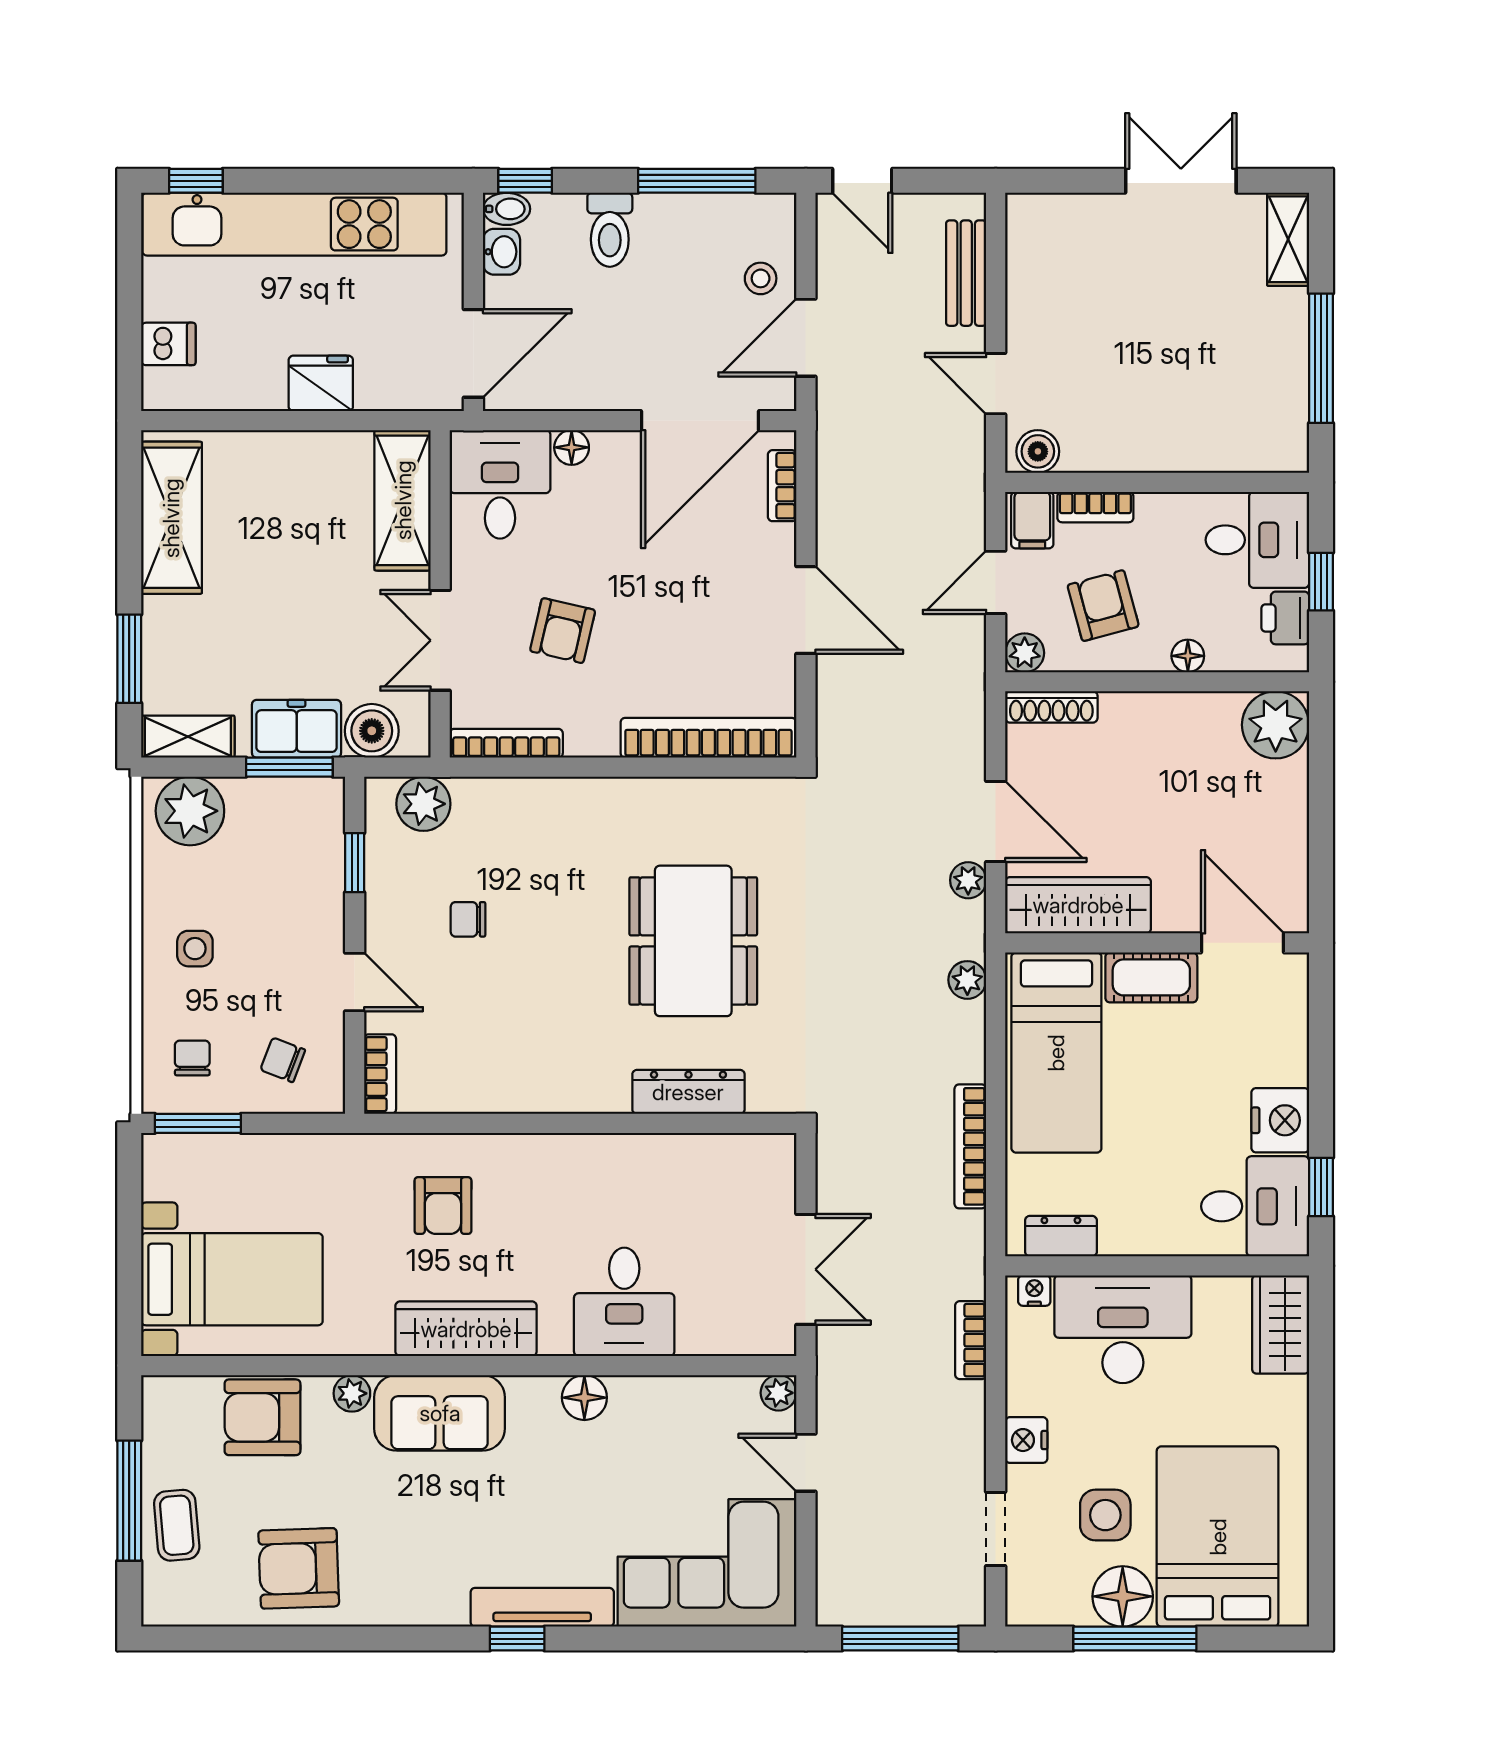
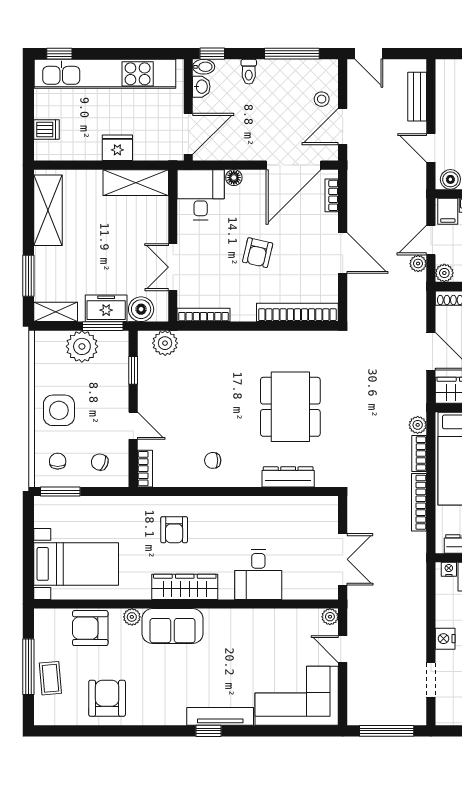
toilet: (610, 230) -> (249, 72), width x0.73, depth x0.72
shelving: (403, 500) -> (136, 183), moved, turned 90
armchair: (563, 631) -> (258, 253), moved
plant: (190, 811) -> (82, 346), moved
plant: (968, 880) -> (418, 264), moved
chair: (468, 919) -> (213, 460), moved
side table: (195, 949) -> (59, 410), width x1.87, depth x1.87
bookcase: (971, 1340) -> (419, 454), moved
floor lamp: (584, 1398) -> (240, 619), removed
armchair: (299, 1568) -> (107, 698), turned 92

